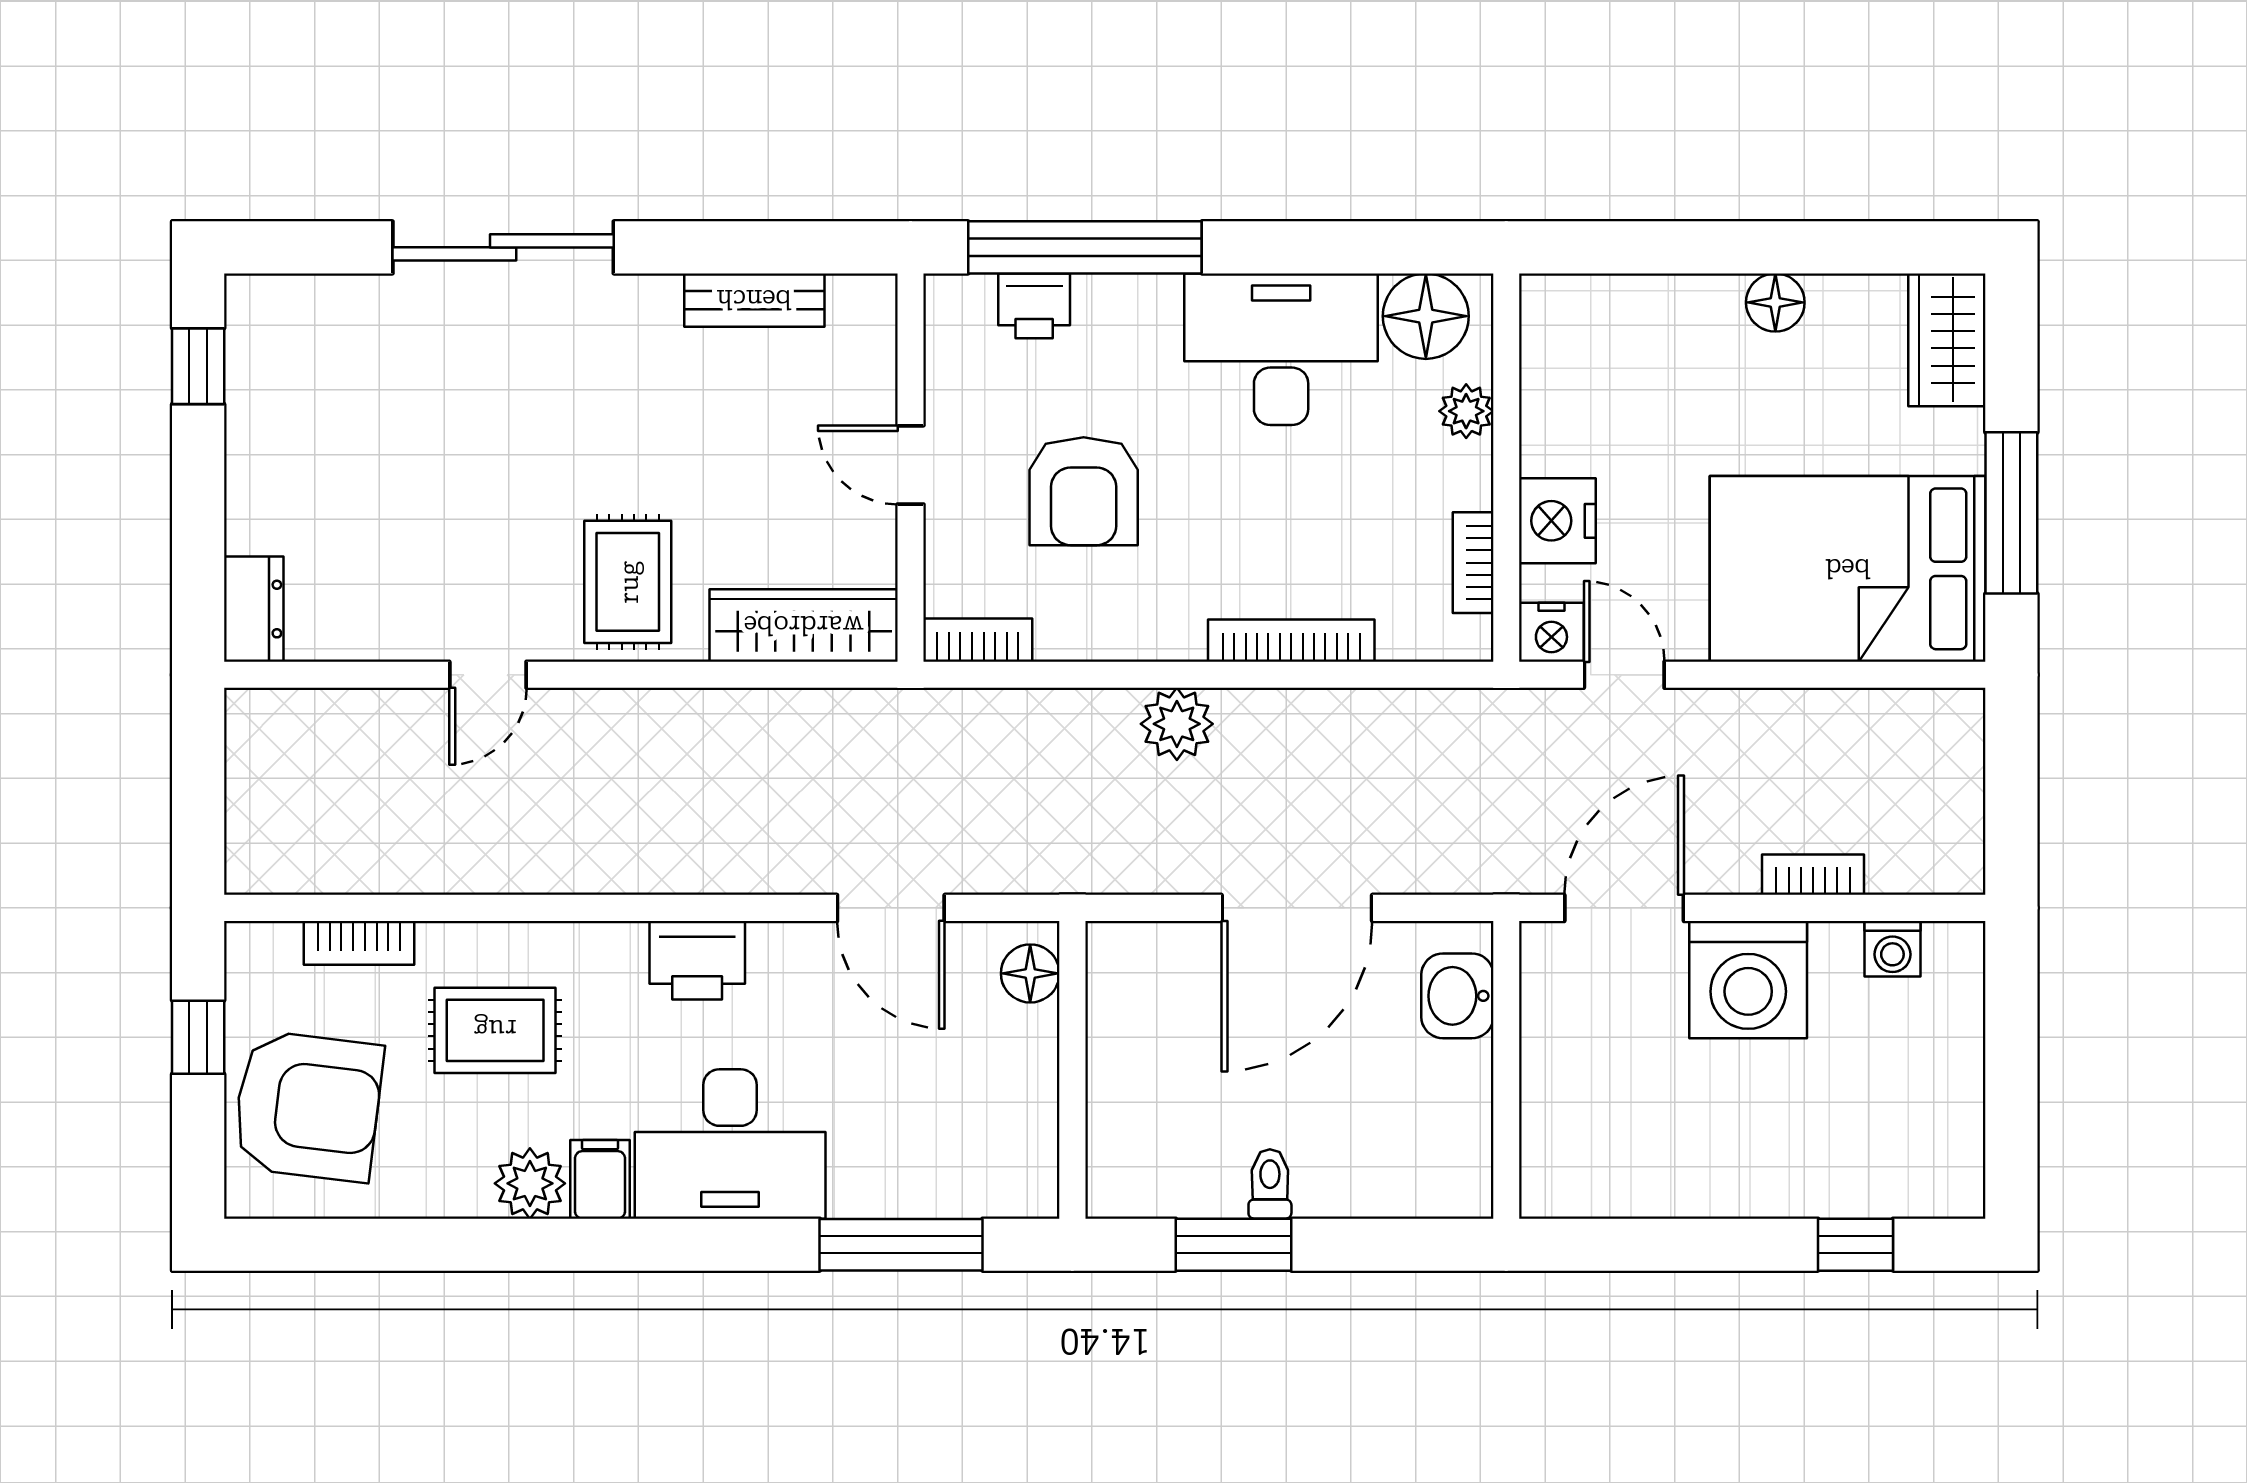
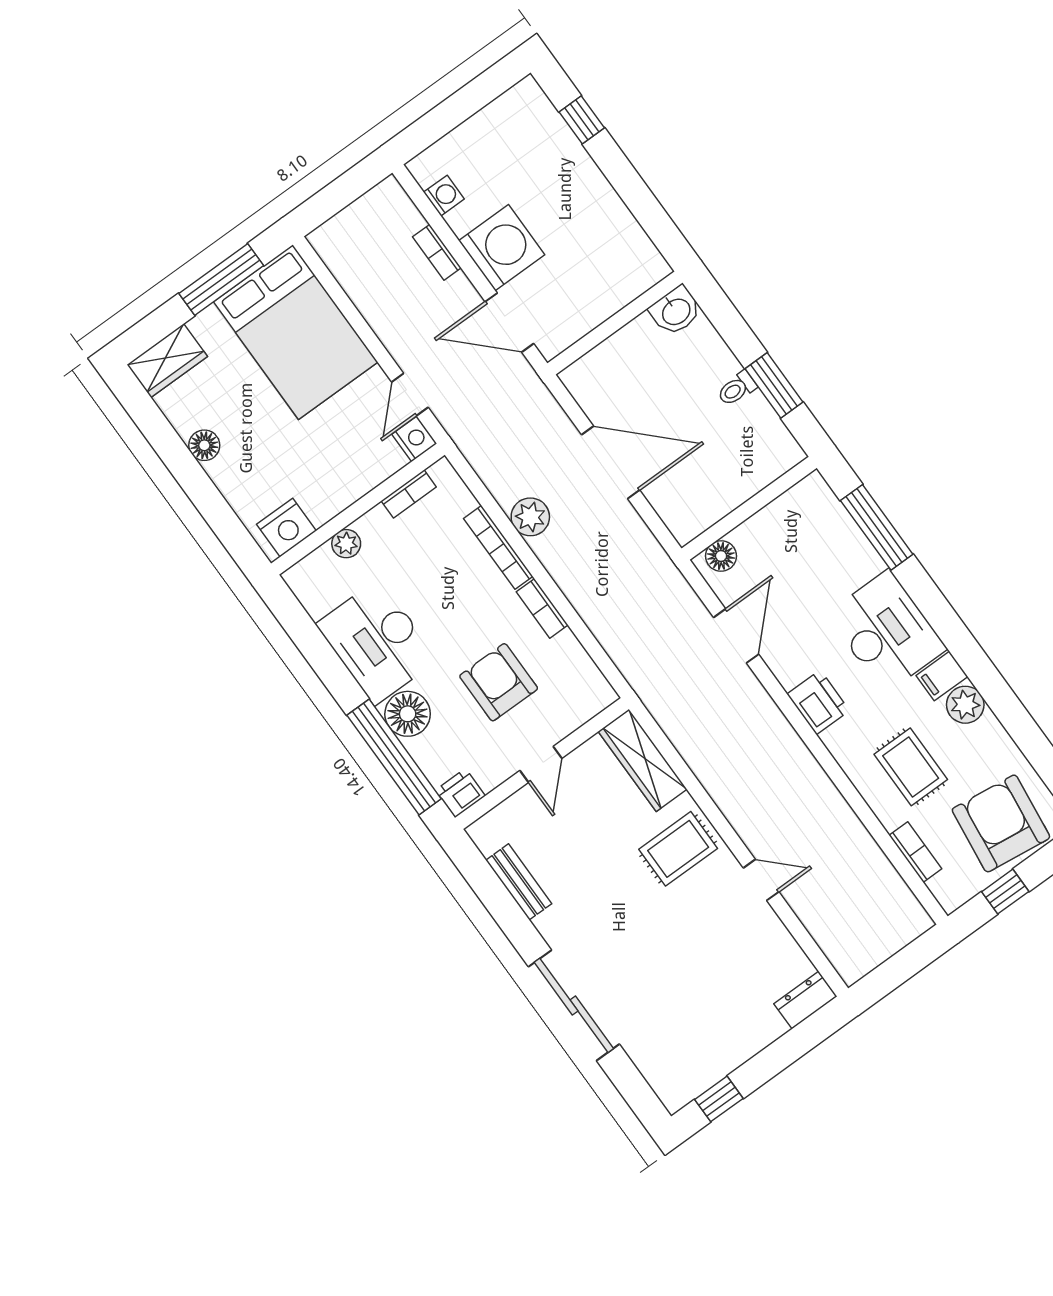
printer: (1034, 306) -> (460, 793), moved, turned -90
floor lamp: (1426, 316) -> (408, 714), moved
armchair: (1084, 491) -> (499, 682), turned -90
nightstand: (1557, 521) -> (286, 528), moved
bookcase: (978, 640) -> (542, 608), moved
plant: (1177, 724) -> (530, 517), moved
washbasin: (1457, 996) -> (676, 311), moved

